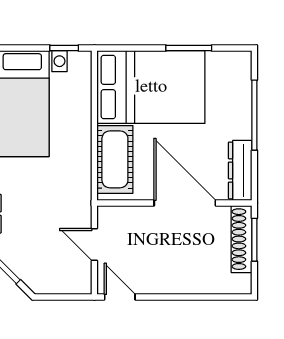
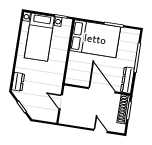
cot: (115, 159) -> (75, 67), removed
door: (120, 297) -> (100, 131), moved

